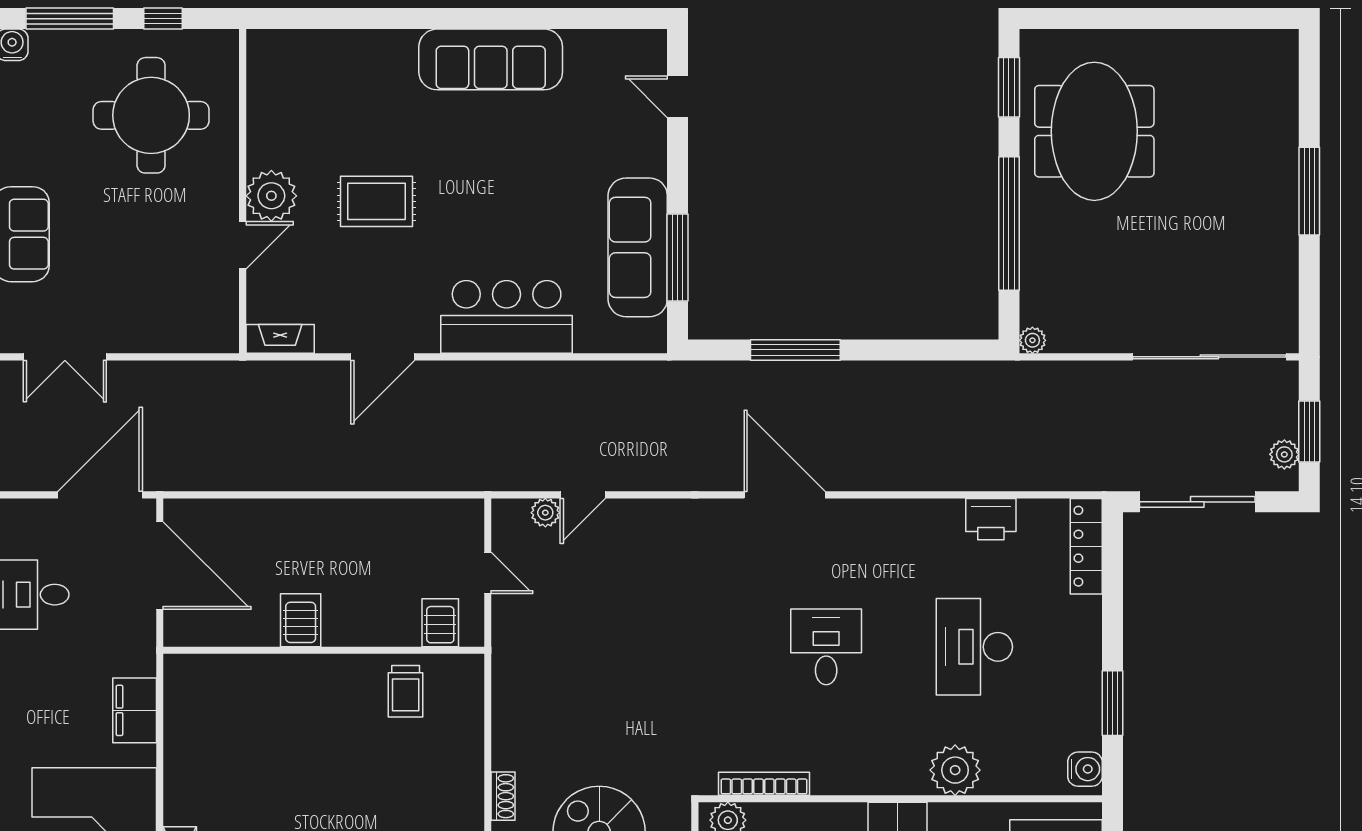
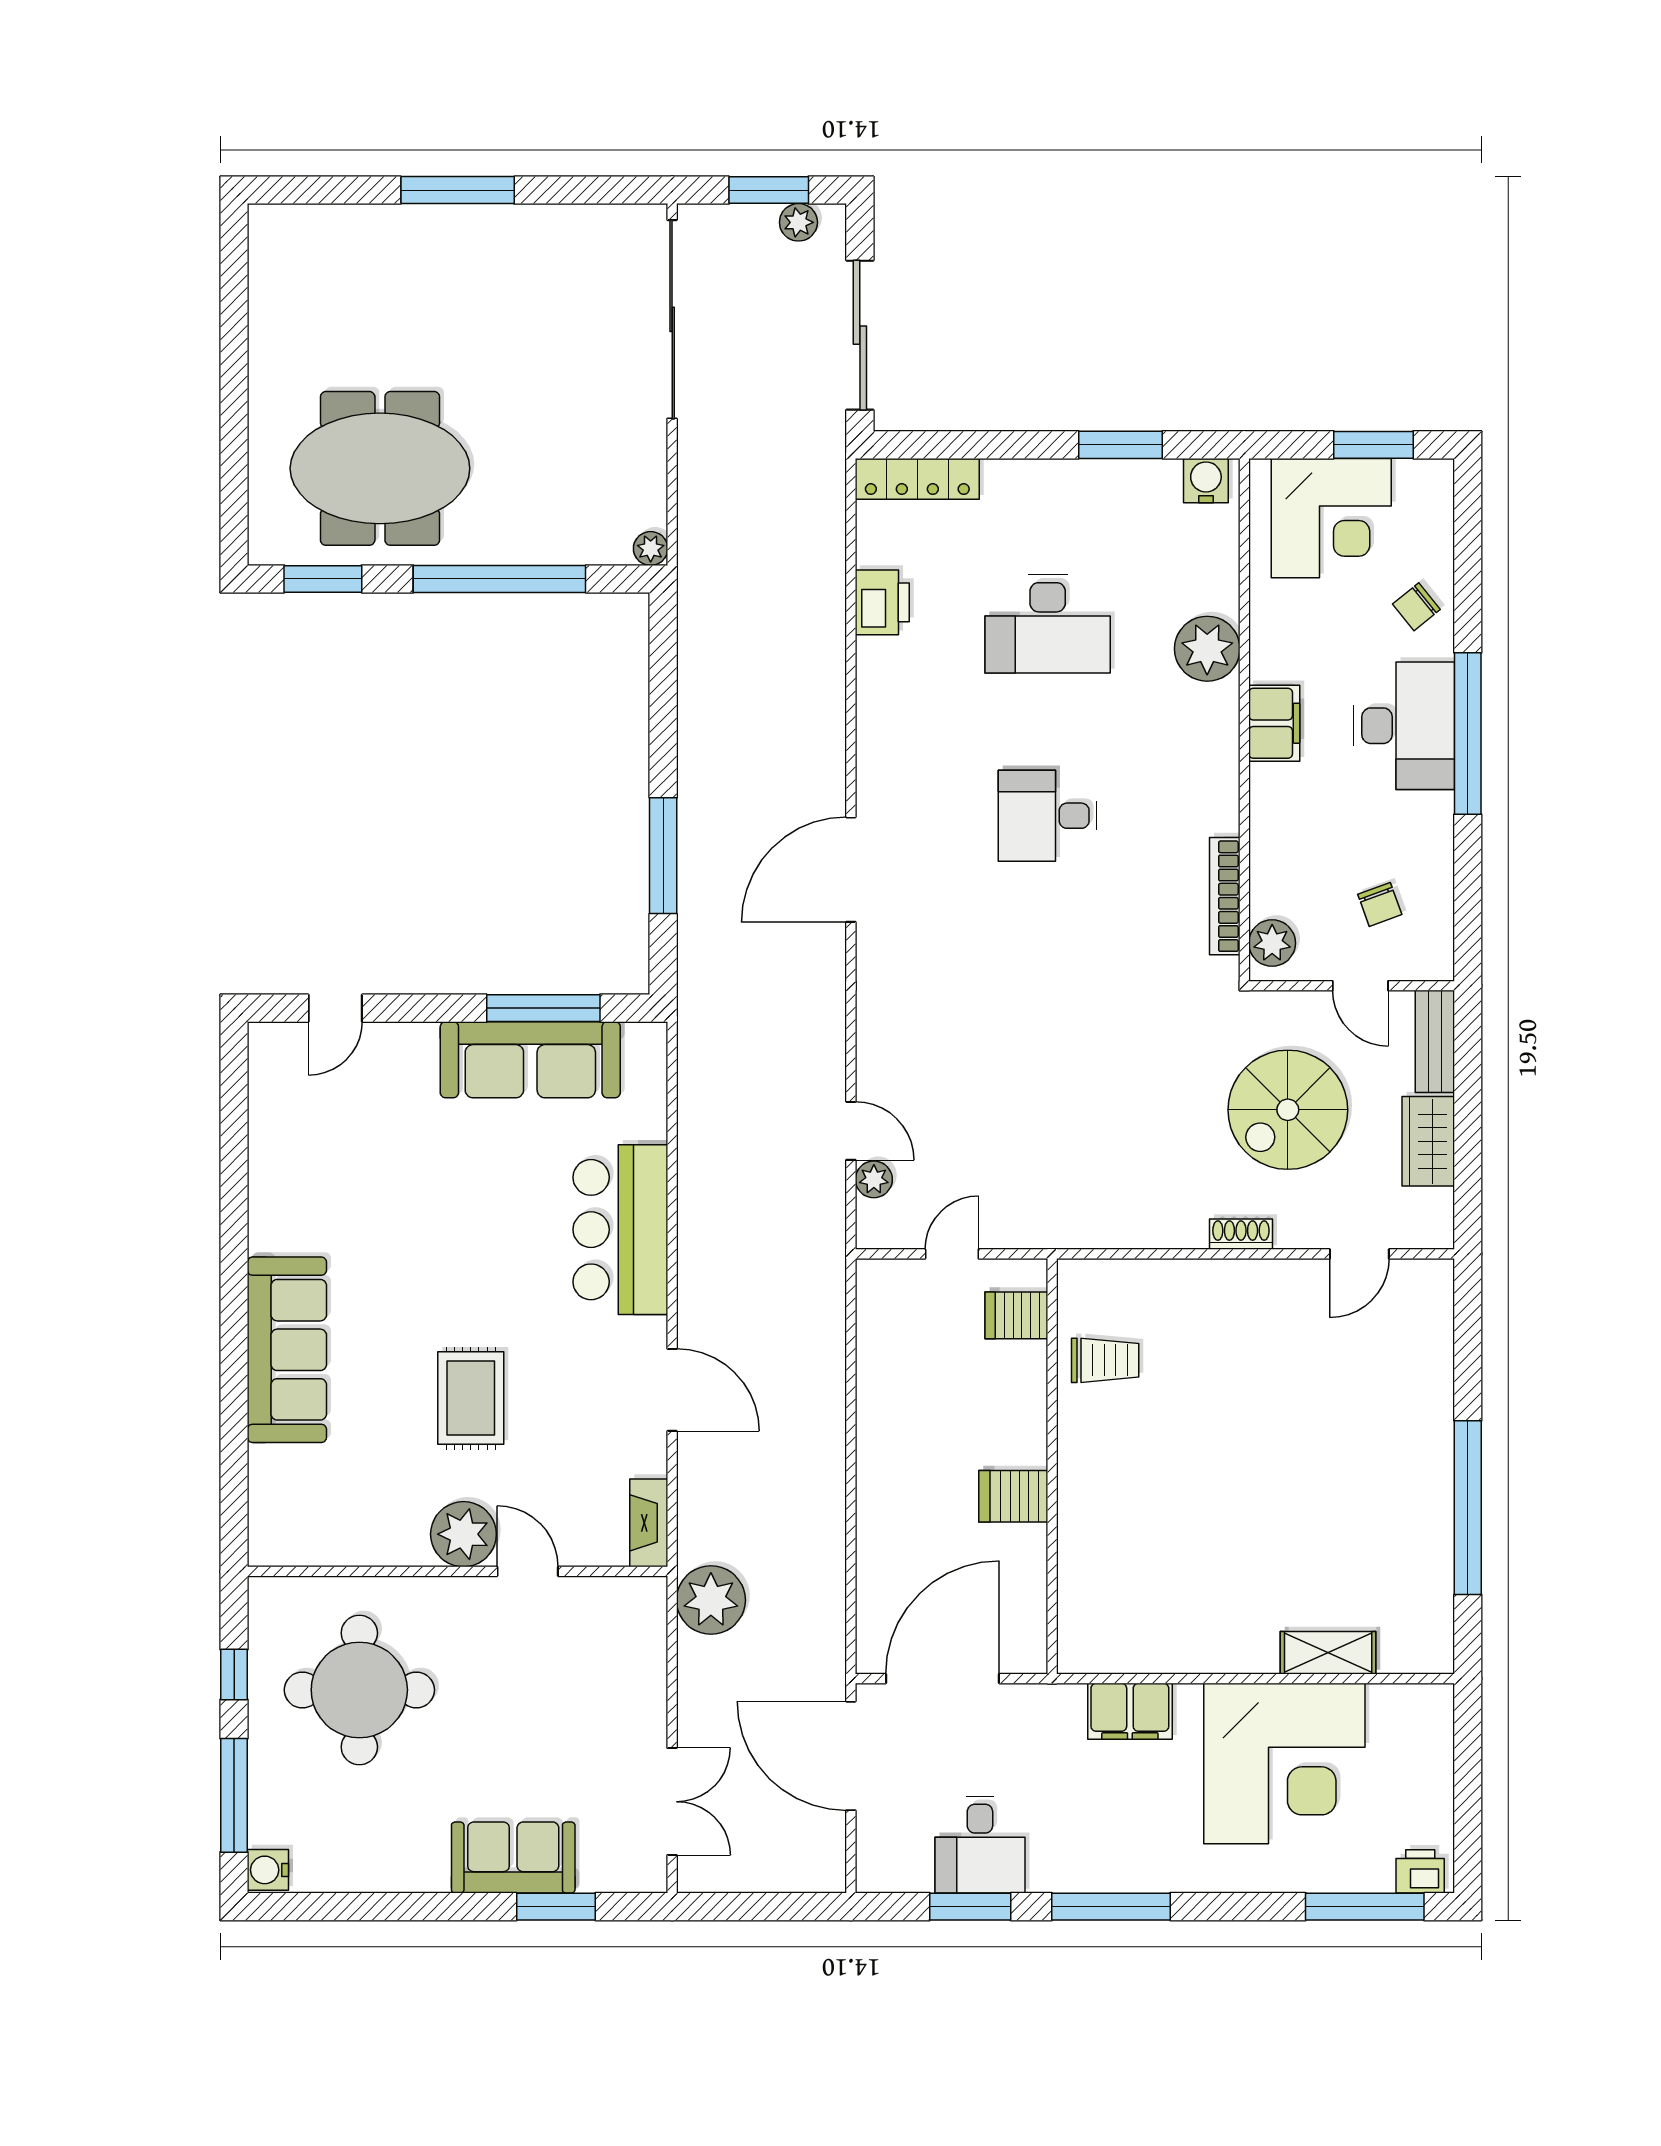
sofa: (491, 59) -> (287, 1350), moved
plant: (220, 387) -> (711, 1600), added

